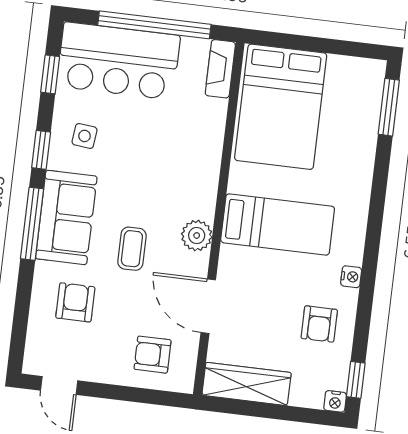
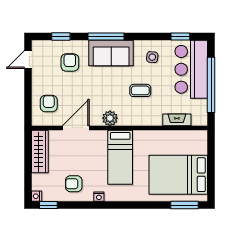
fireplace: (220, 69) -> (177, 120), moved
bed: (281, 107) -> (178, 175), moved
window: (41, 150) -> (61, 37), moved
coffee table: (132, 249) -> (140, 90), moved
armchair: (75, 302) -> (70, 62), turned -90

